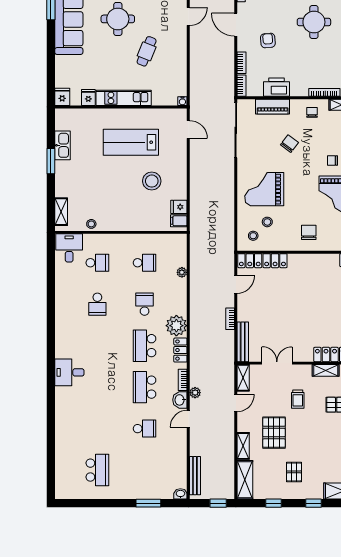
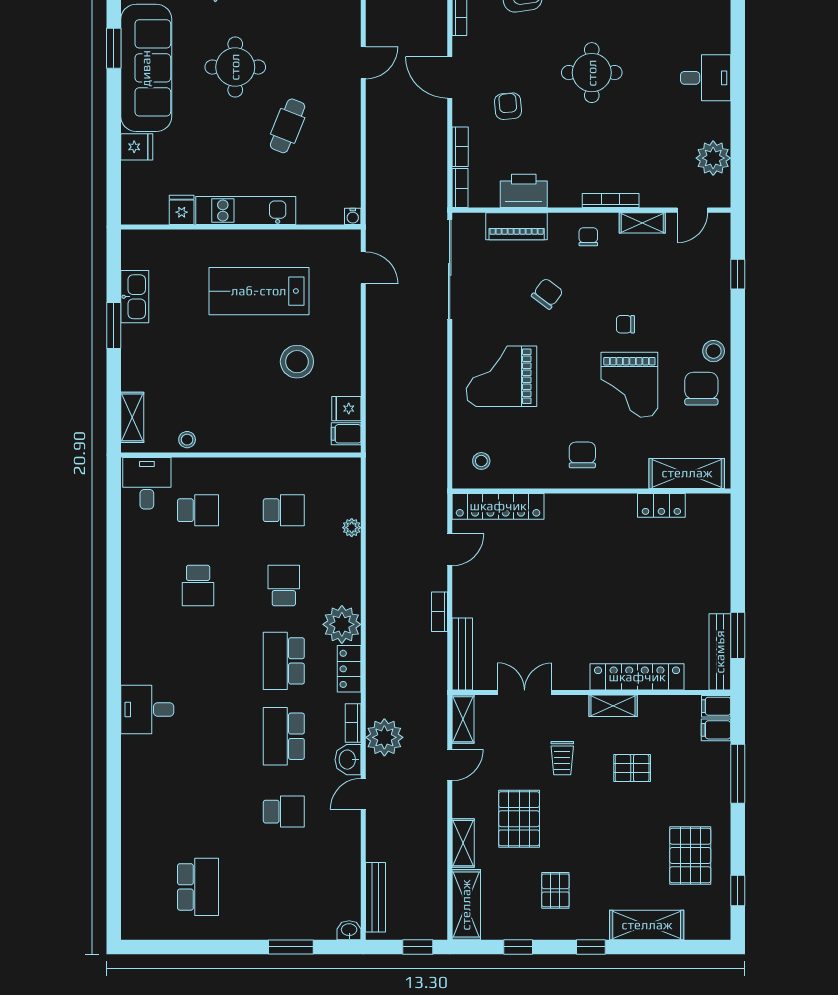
fridge: (62, 97) -> (137, 147), moved, turned 90
stool: (267, 222) -> (507, 436), removed
plant: (195, 393) -> (384, 737), width x1.88, depth x1.88

